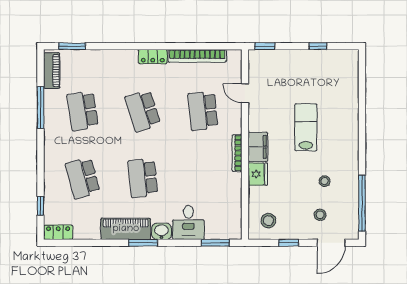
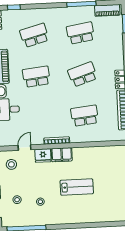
door: (245, 93) -> (25, 148), moved

